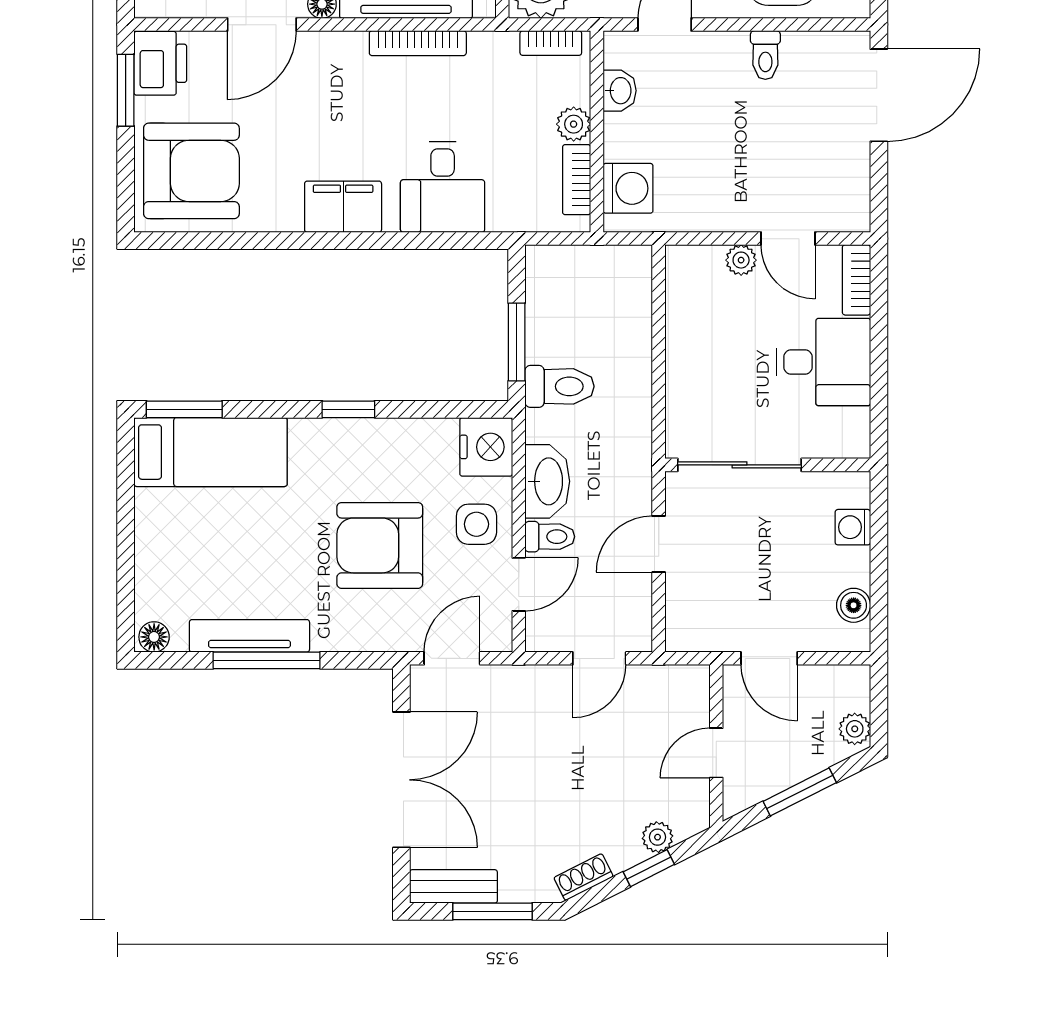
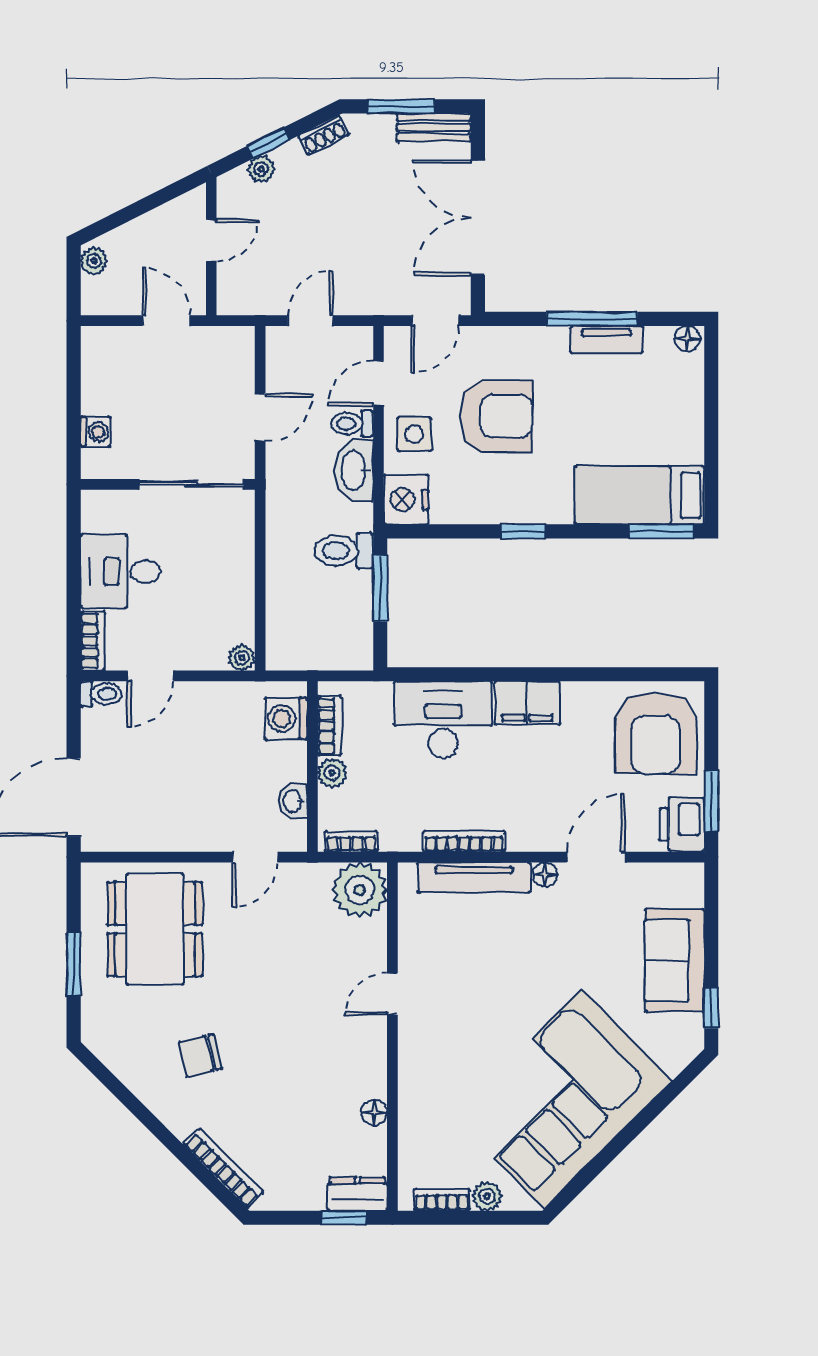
toilet: (765, 55) -> (101, 694), moved, turned 90
armchair: (191, 171) -> (656, 733), turned -90
desk: (443, 187) -> (443, 720), width x1.37
door: (788, 239) -> (150, 676), swing flipped
plant: (741, 260) -> (242, 658), moved
boiler: (854, 605) -> (95, 365), removed
tv unit: (249, 636) -> (606, 340), width x0.71
window: (800, 792) -> (141, 207), removed

